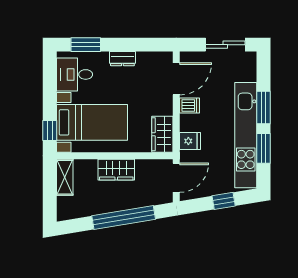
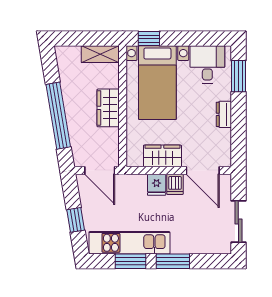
wardrobe: (162, 134) -> (162, 156), moved
kitchen unit: (246, 135) -> (129, 243), width x0.73
fridge: (190, 141) -> (157, 185), moved

